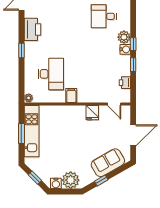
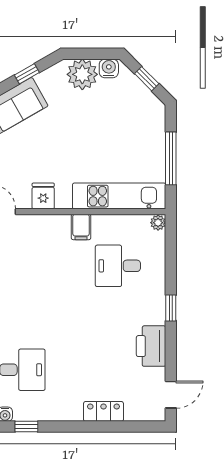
desk: (51, 74) -> (118, 266), width x0.73
kitchen unit: (32, 131) -> (119, 196), moved, turned 90
window: (21, 133) -> (171, 158), width x1.44

